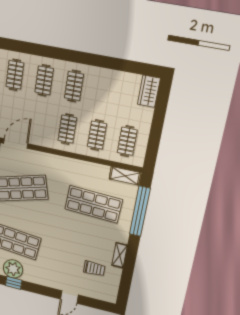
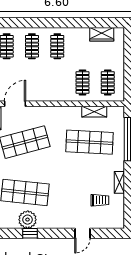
wardrobe: (149, 91) -> (102, 34), moved, turned -90
clothes rail: (67, 129) -> (57, 83), removed
shelving: (125, 176) -> (94, 112), moved

